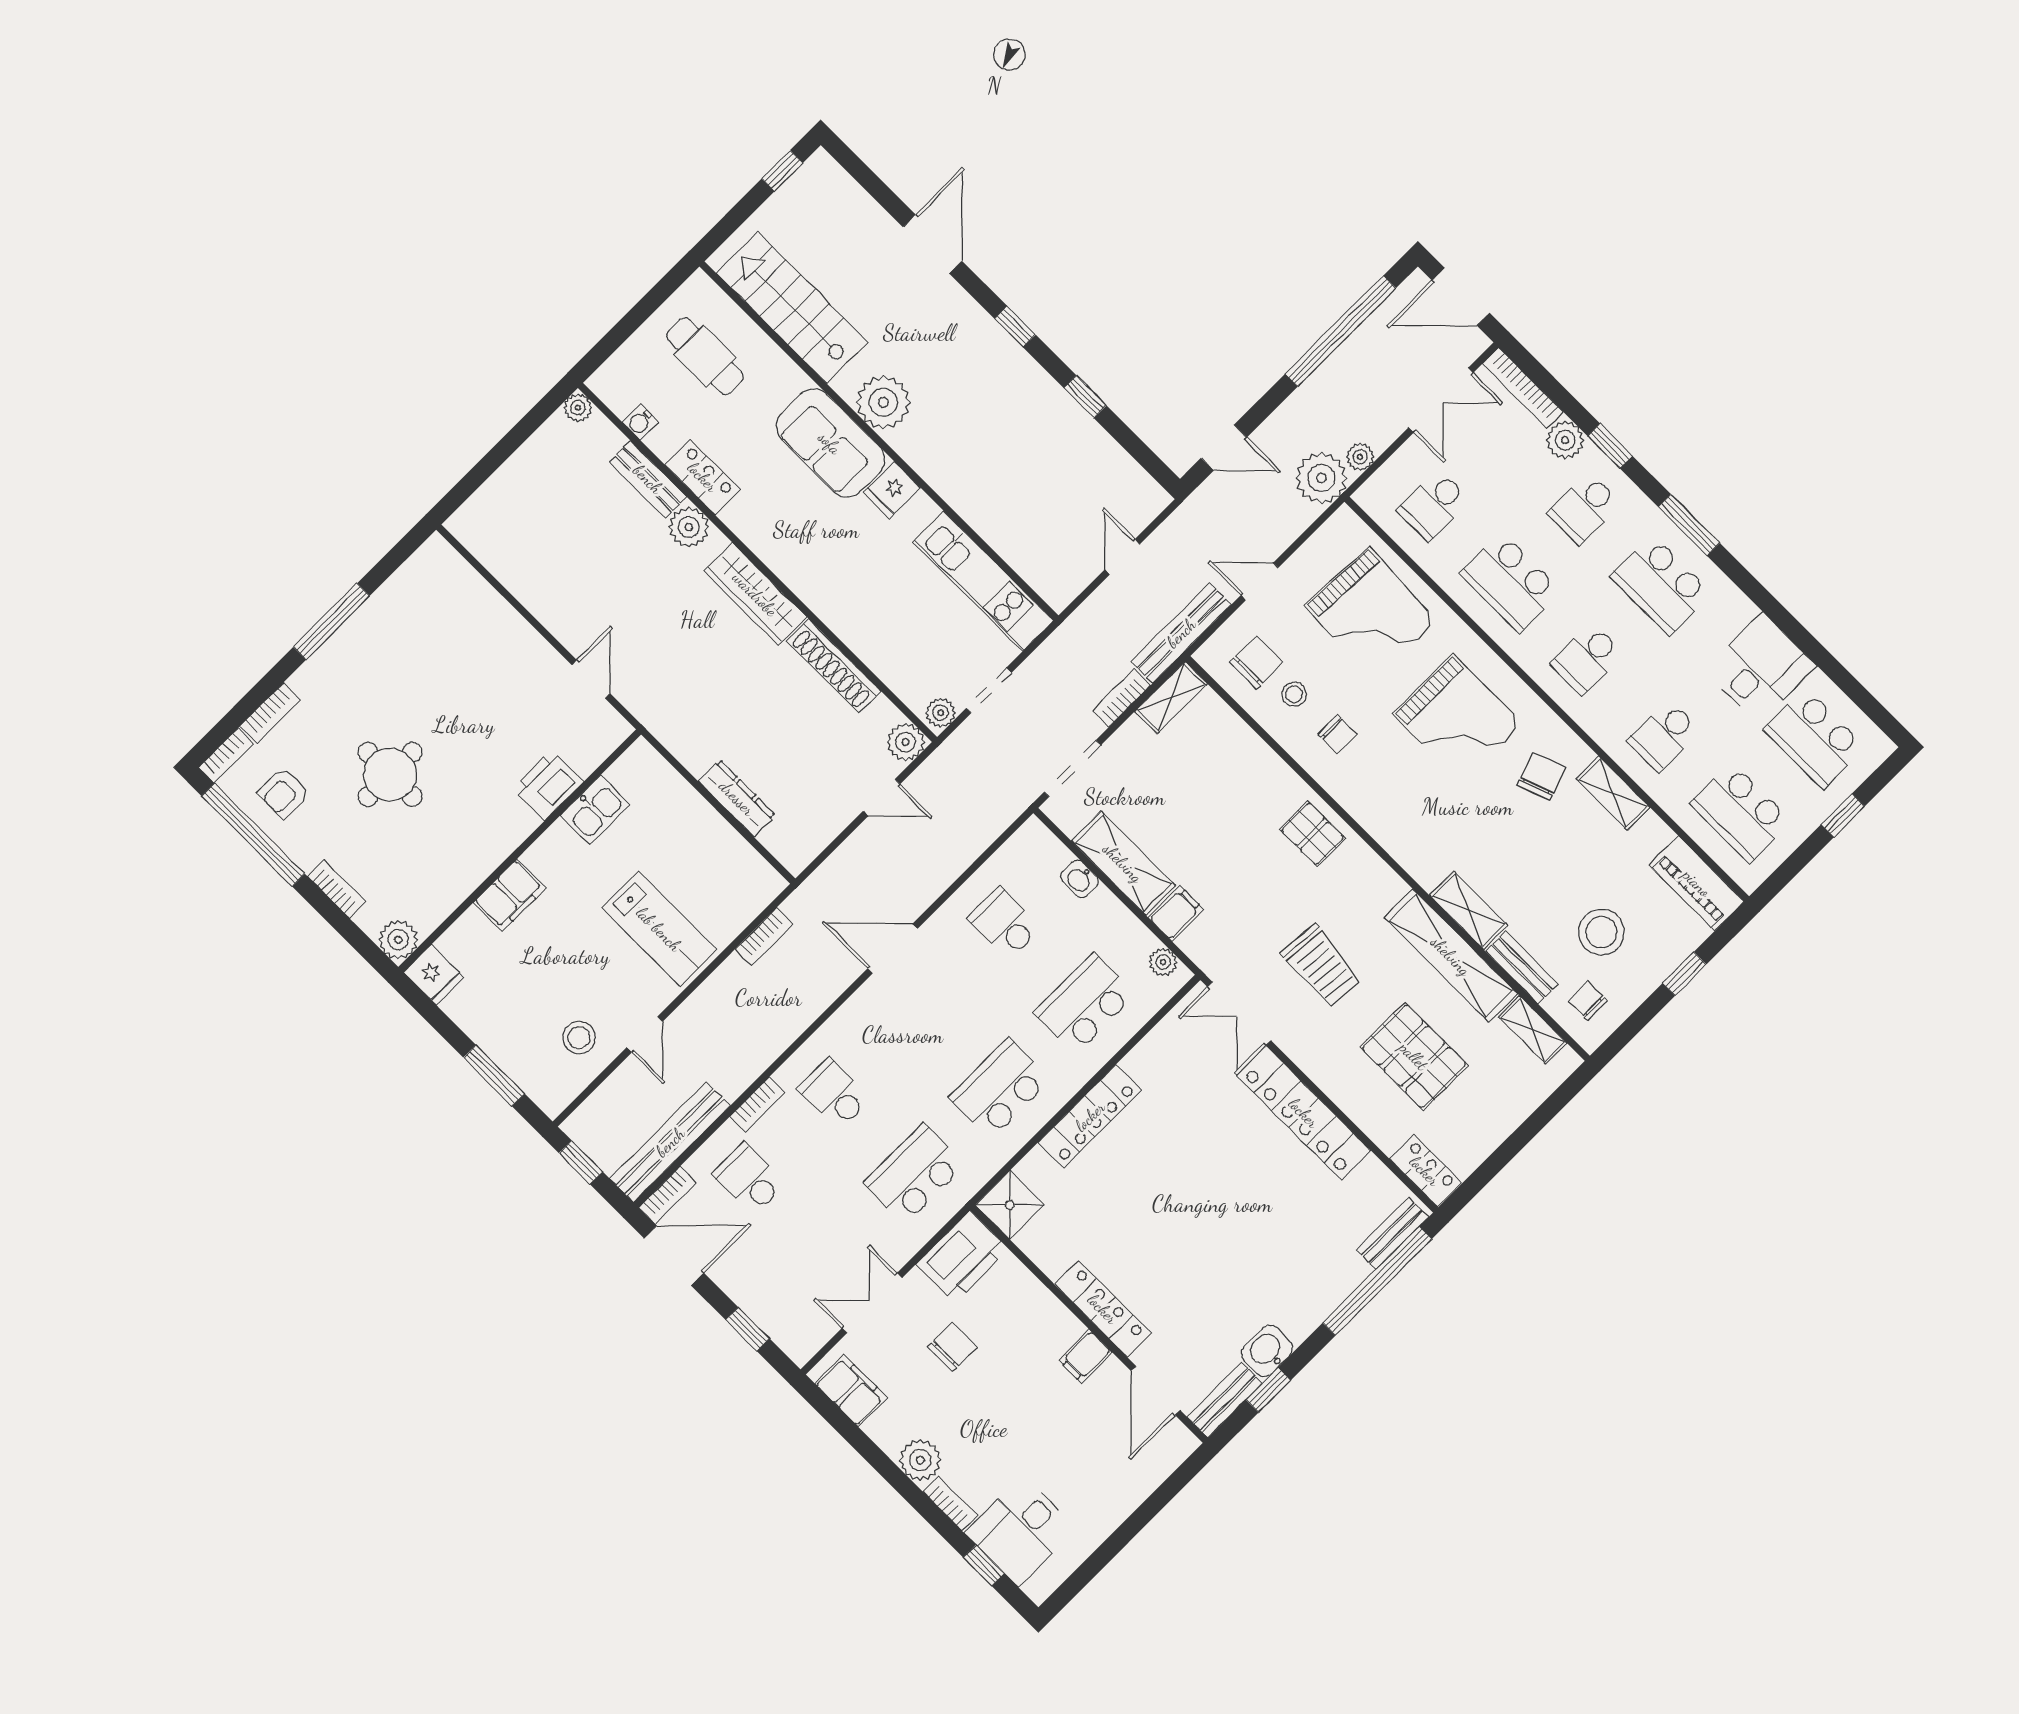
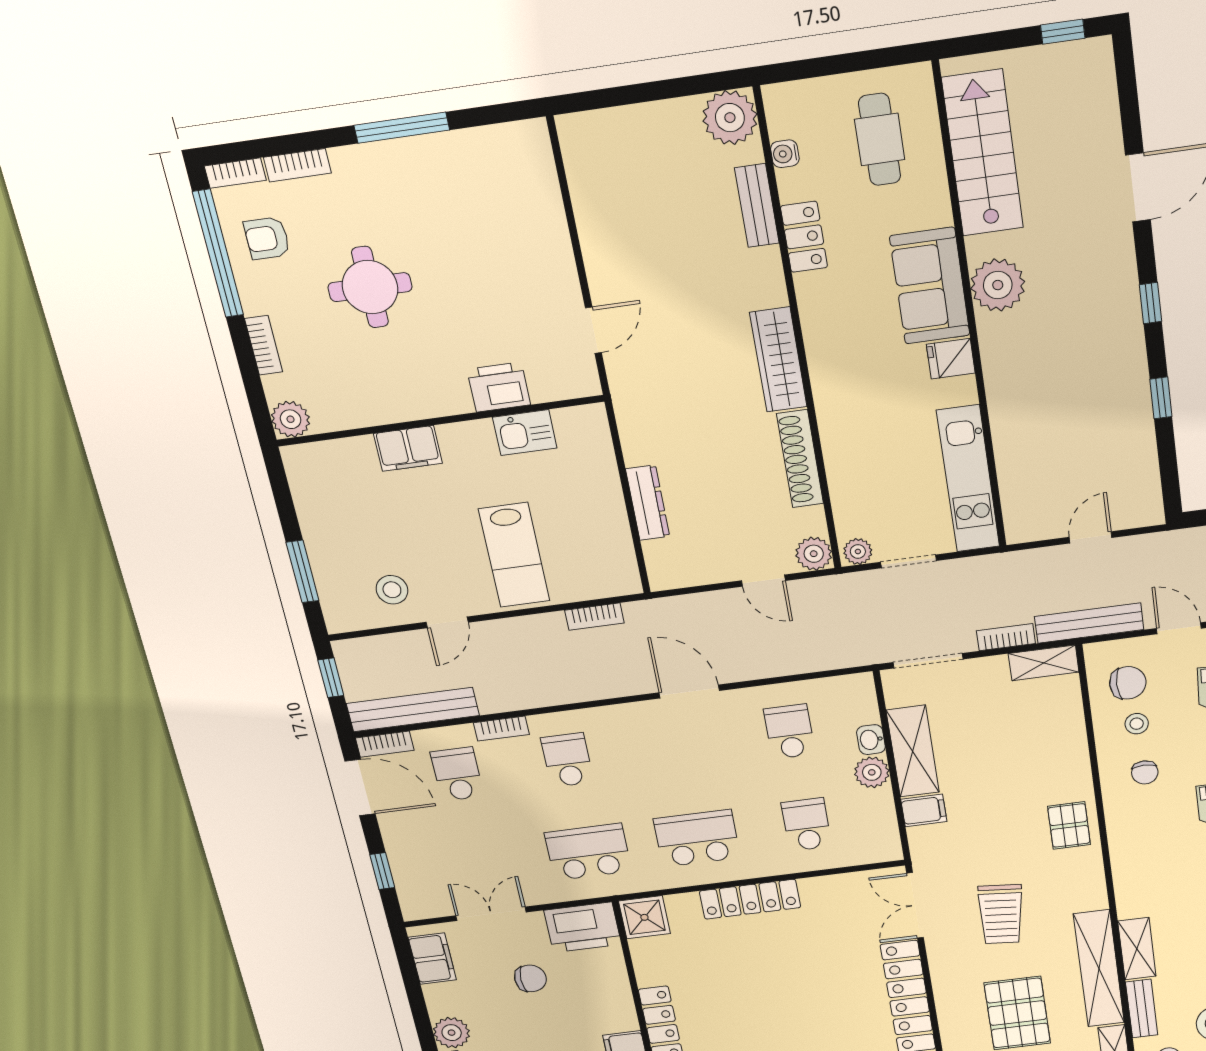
plant: (578, 408) -> (730, 118), width x1.87, depth x1.87
plant: (689, 527) -> (763, 268), removed
plant: (1163, 962) -> (872, 772), moved, width x1.38, depth x1.38
fridge: (434, 975) -> (303, 465), removed
school desk: (1085, 1003) -> (807, 825), width x0.54

